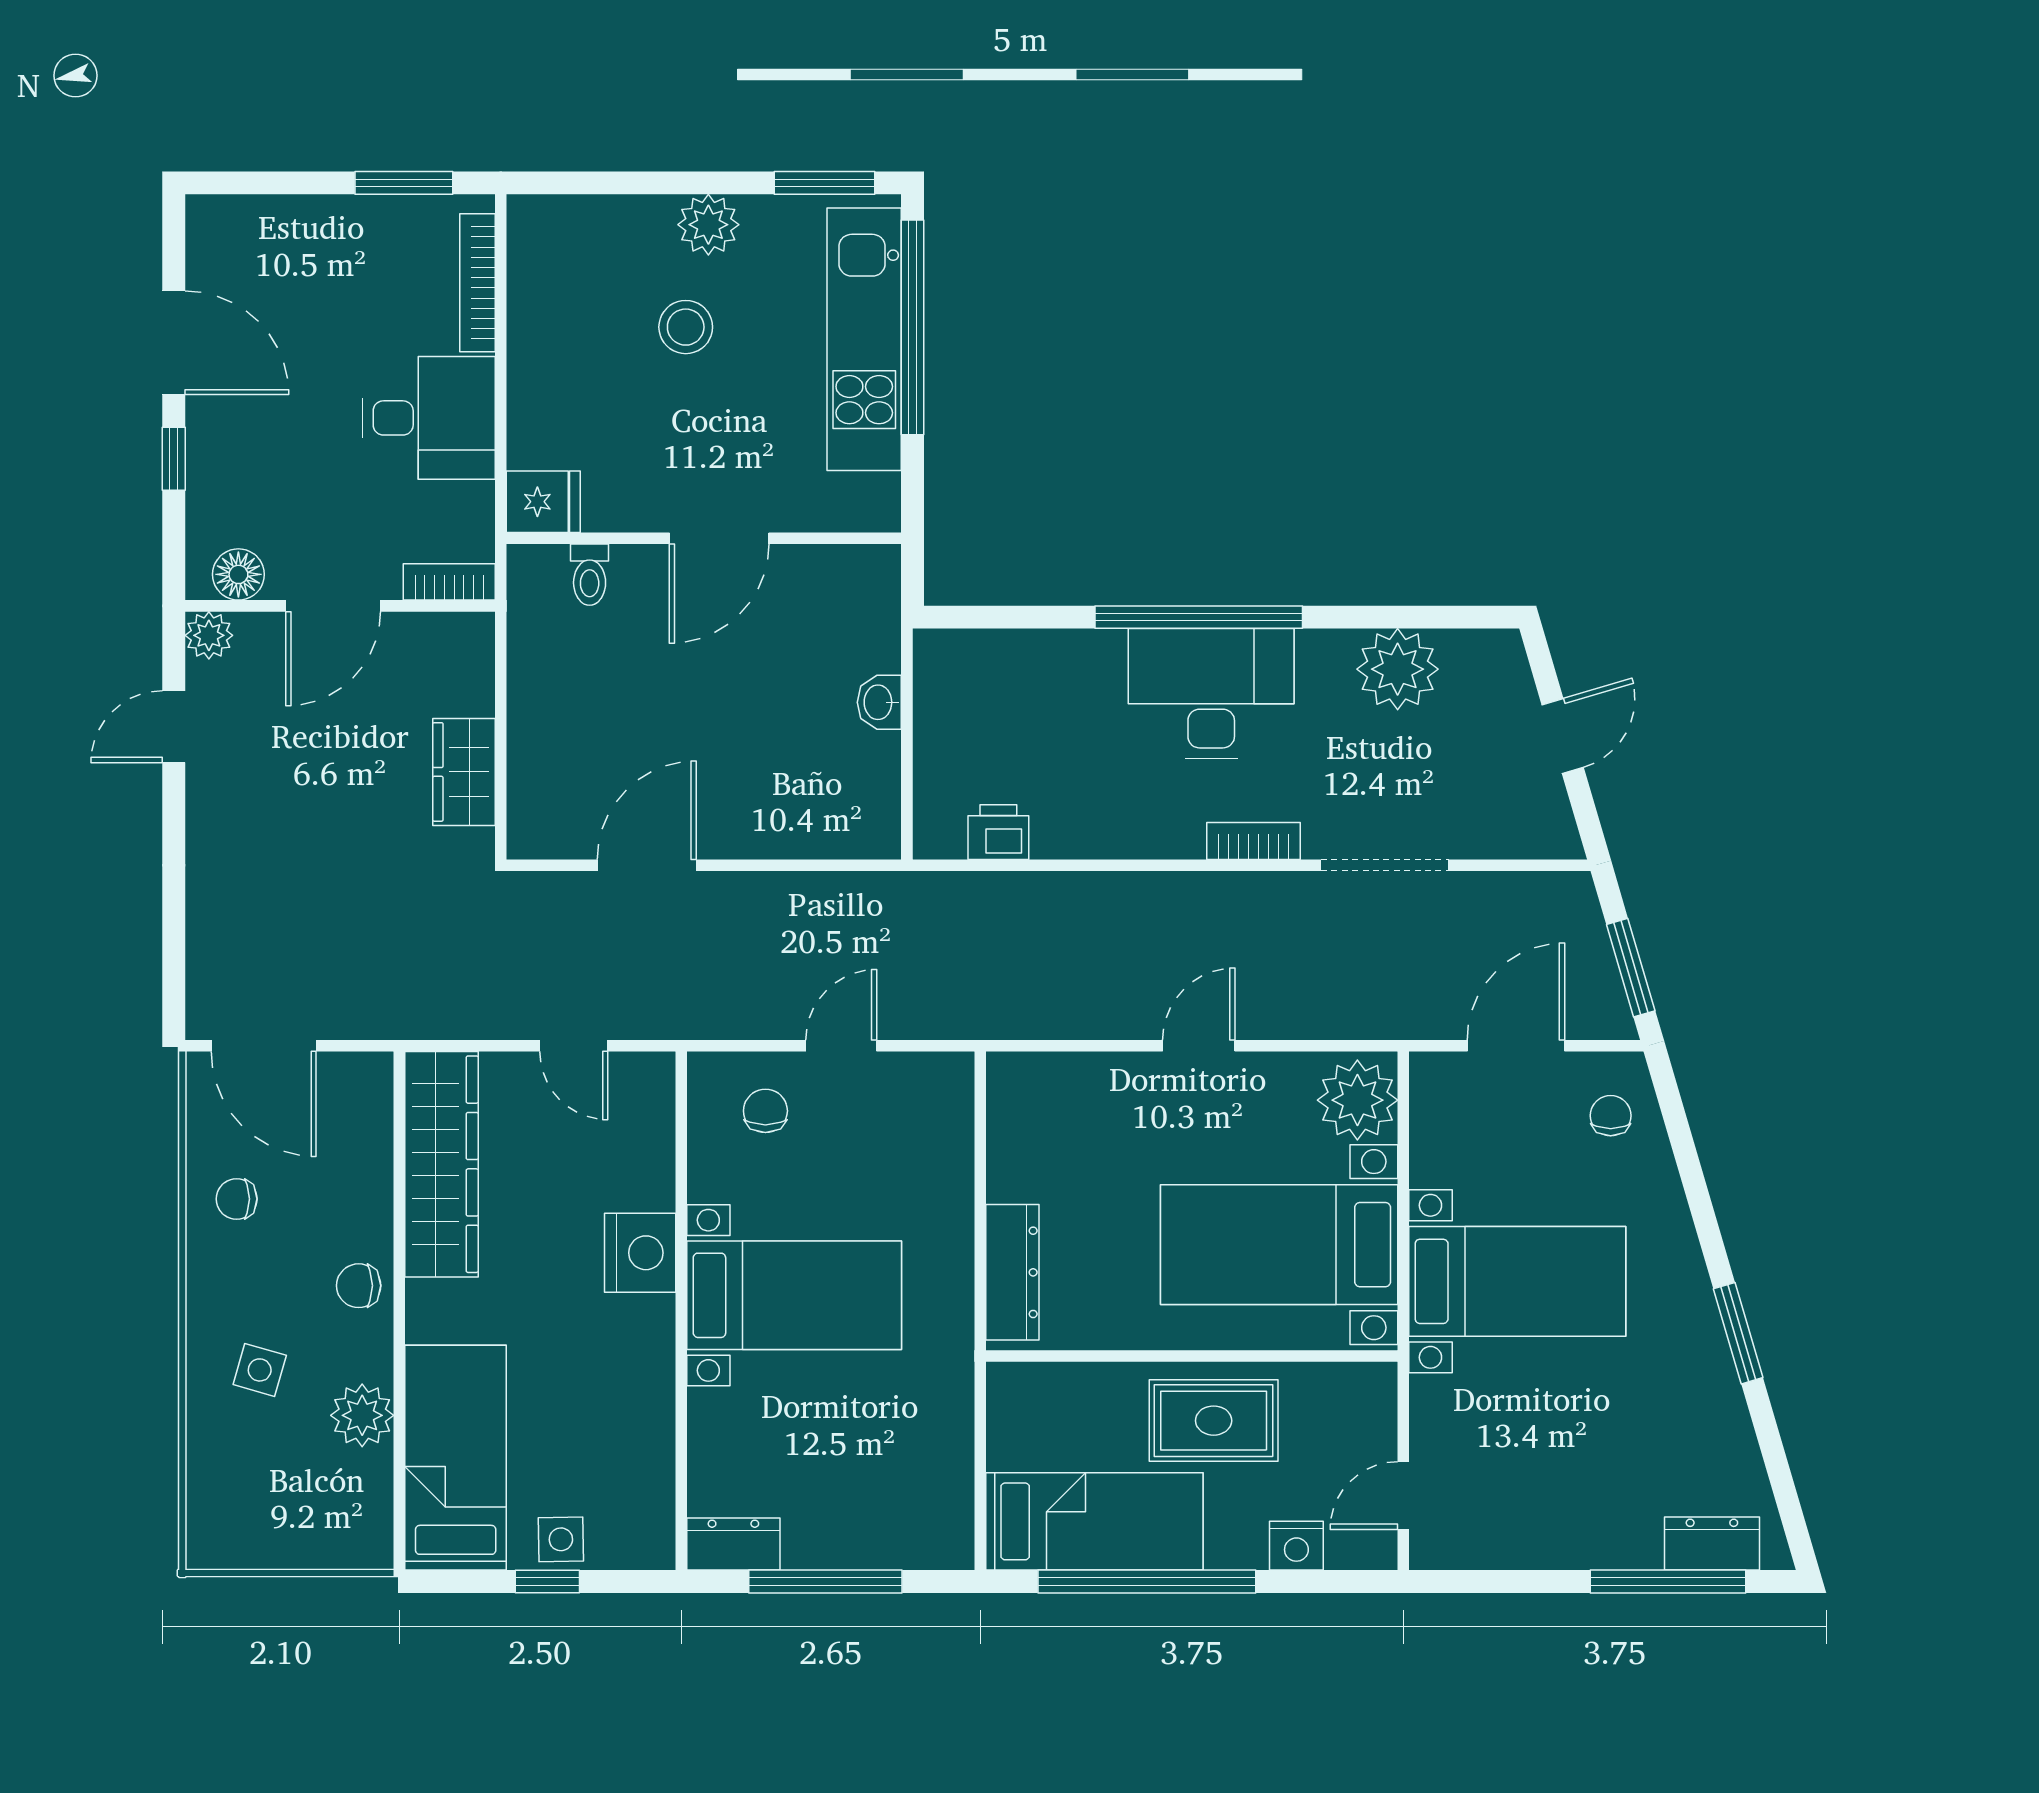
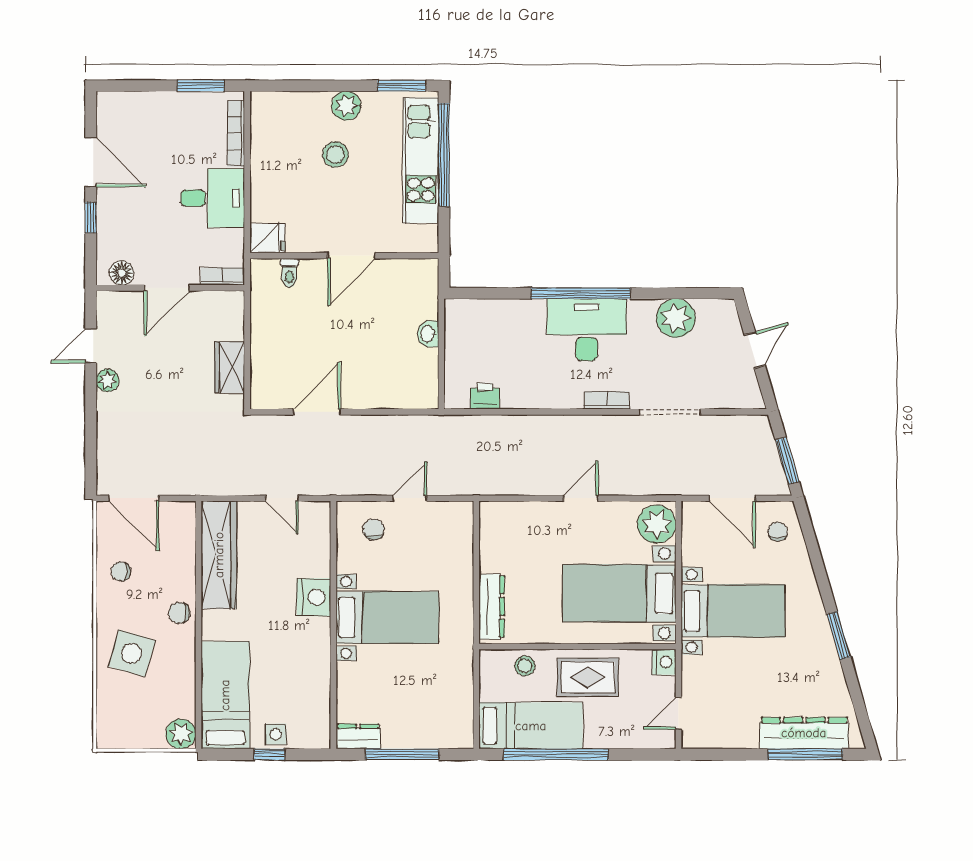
plant: (209, 635) -> (107, 380), moved
door: (1516, 1046) -> (732, 498), swing flipped
side table: (260, 1370) -> (132, 653), width x1.87, depth x1.87
stool: (1082, 1397) -> (525, 666), added
plant: (362, 1415) -> (181, 734), moved
dresser: (1712, 1544) -> (804, 733), width x1.96, depth x1.24
nightstand: (1296, 1546) -> (664, 662), moved, turned -90

